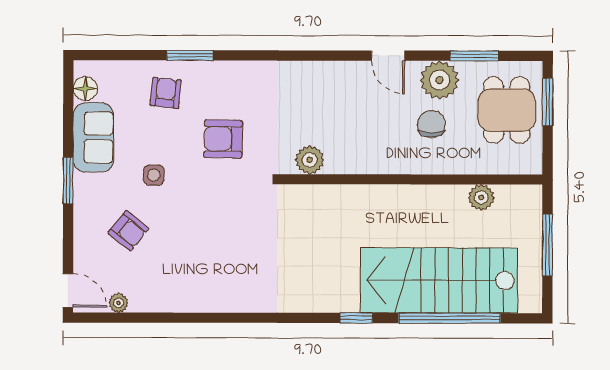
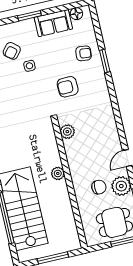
armchair: (223, 139) -> (68, 87), turned -92
side table: (154, 175) -> (29, 66), moved
plant: (481, 197) -> (58, 173), moved

